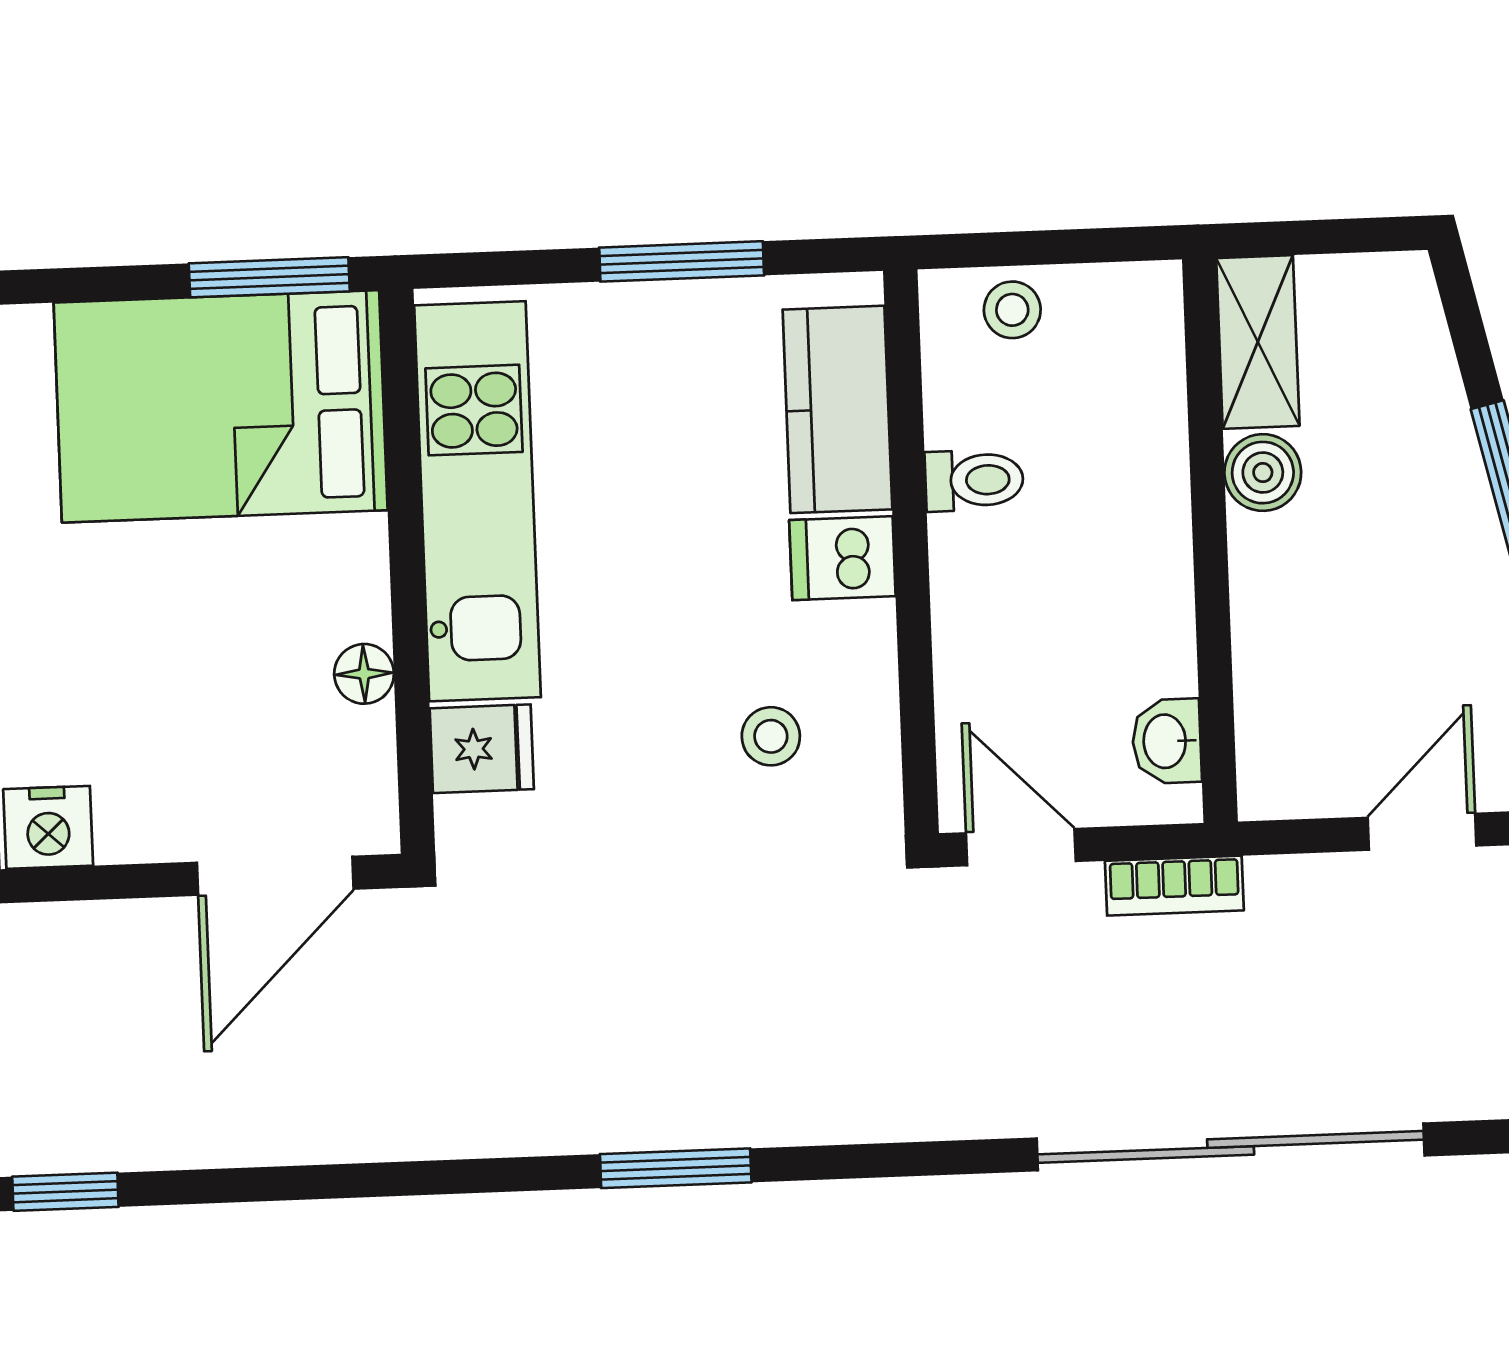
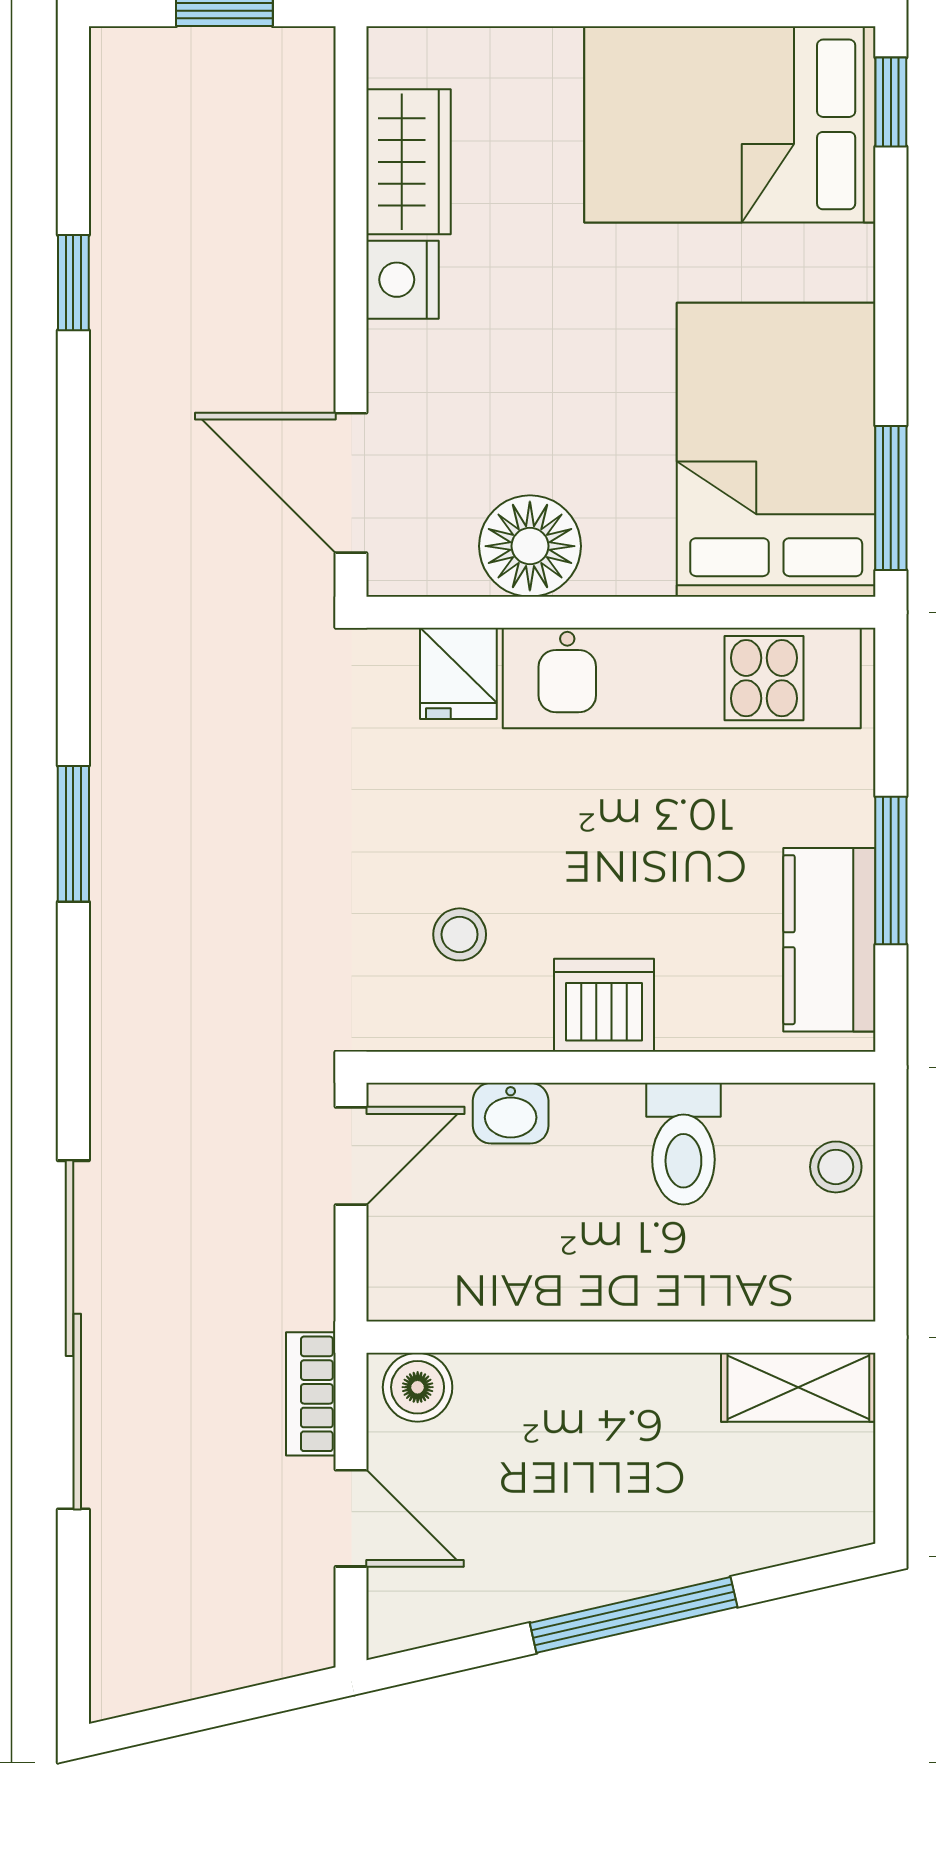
kitchen counter: (837, 409) -> (829, 940), moved, turned -90
boiler: (1263, 473) -> (418, 1387), moved
toilet: (974, 480) -> (683, 1144), width x1.37, depth x1.39
dishwasher: (842, 558) -> (604, 1005), width x1.38
floor lamp: (364, 674) -> (530, 546), width x1.89, depth x1.89
washbasin: (1167, 741) -> (511, 1113), moved, turned 180
bookcase: (1174, 886) -> (311, 1394), moved

